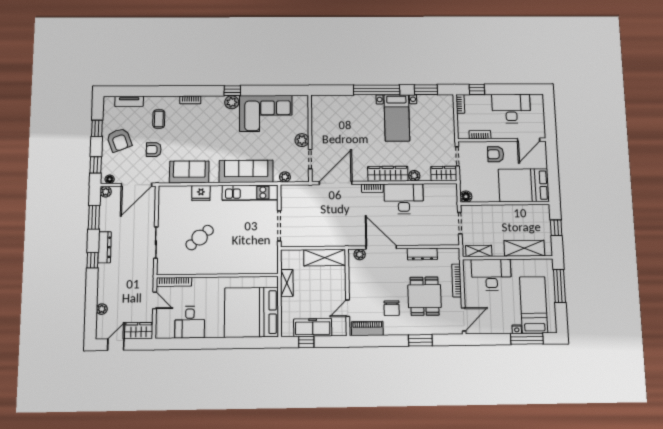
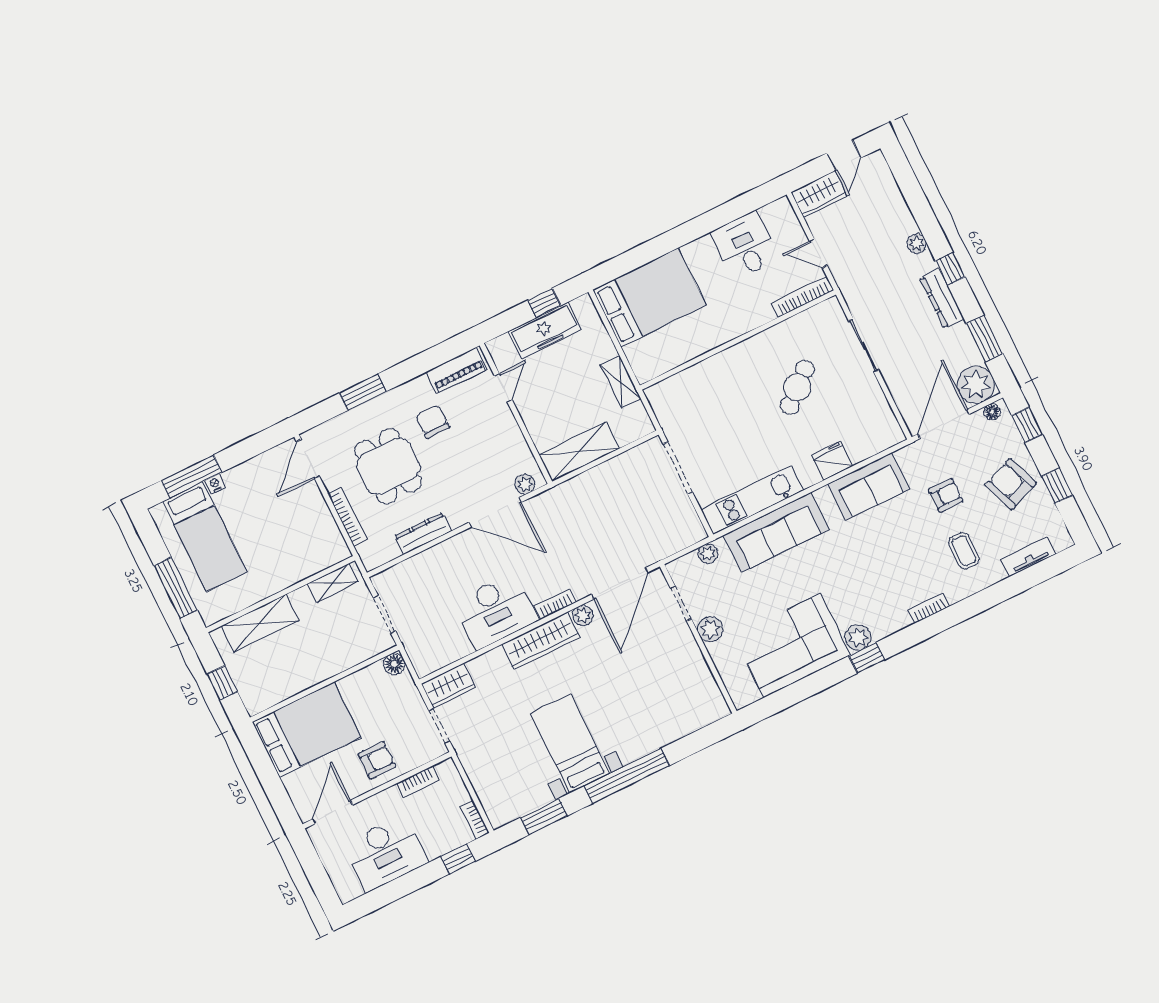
plant: (414, 176) -> (583, 615), moved
plant: (106, 192) -> (976, 385), width x1.87, depth x1.87
desk: (491, 275) -> (295, 553), removed
plant: (102, 309) -> (917, 244), moved
bed: (251, 312) -> (649, 297), width x0.73

